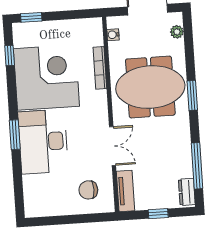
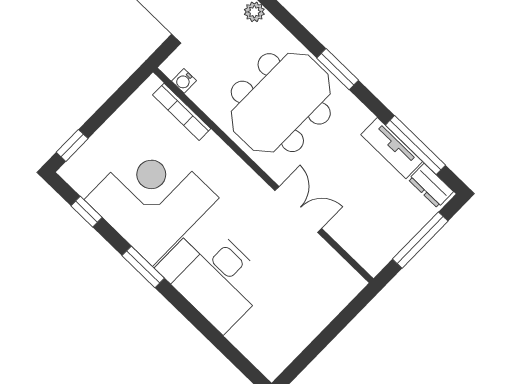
bookcase: (100, 68) -> (182, 112), moved
window: (15, 135) -> (143, 267), moved
chair: (88, 190) -> (316, 285), removed
tv unit: (125, 191) -> (392, 148), moved, turned 180
window: (158, 214) -> (420, 240), width x2.17

